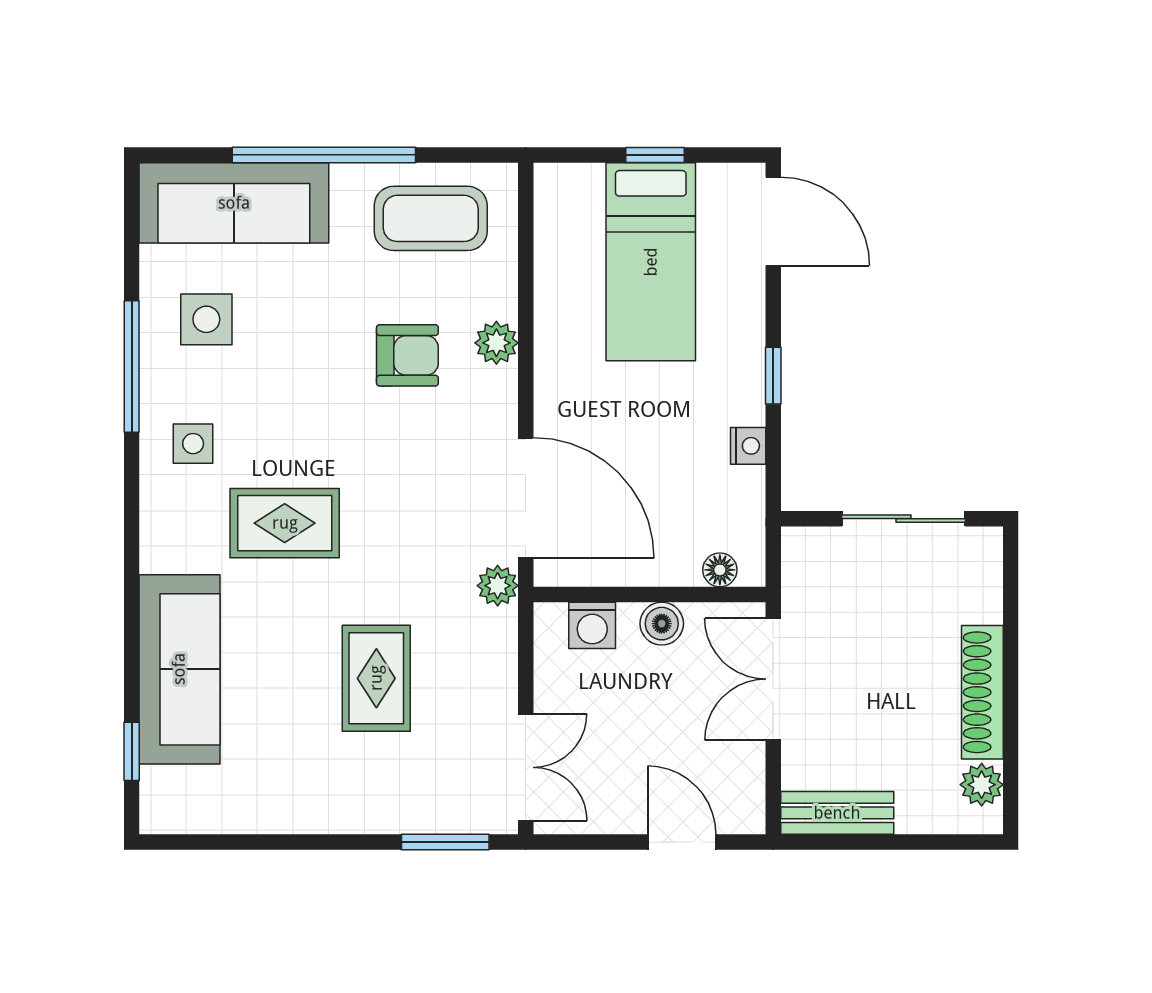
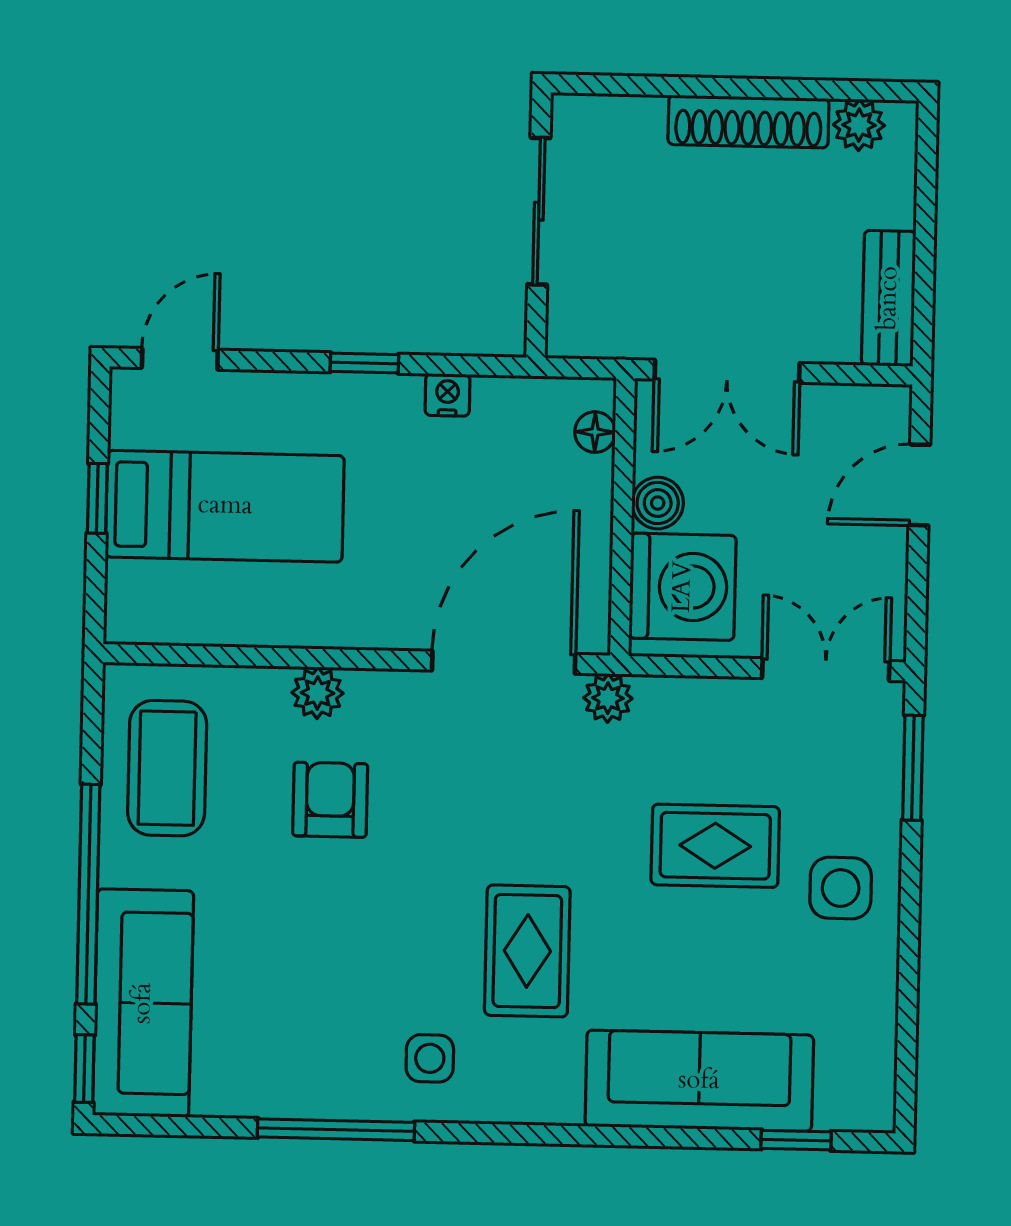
window: (178, 155) -> (84, 1069), added
door: (773, 221) -> (180, 359), width x0.73
side table: (206, 319) -> (841, 888), moved
washing machine: (592, 625) -> (683, 587), width x1.89, depth x1.89

